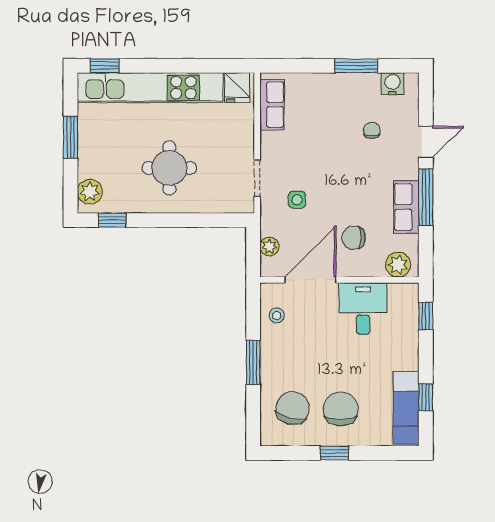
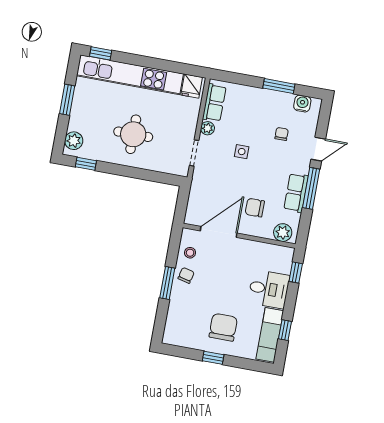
side table: (297, 200) -> (242, 152), moved
plant: (269, 246) -> (208, 128), moved
desk: (363, 309) -> (269, 289), moved, turned 90
chair: (293, 408) -> (186, 275), moved, width x0.54, depth x0.54

